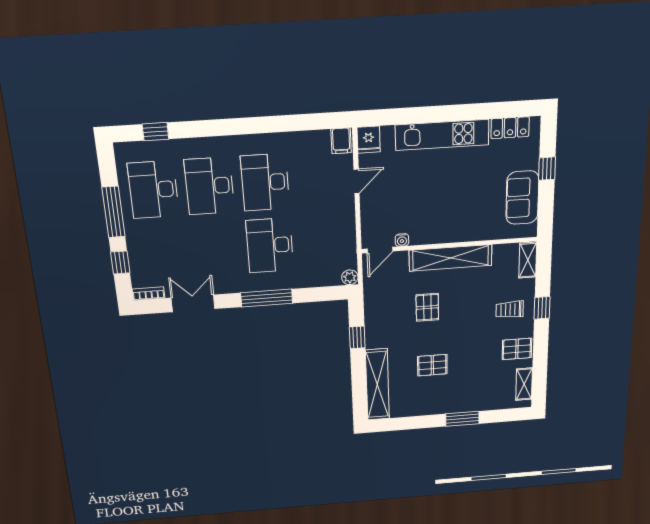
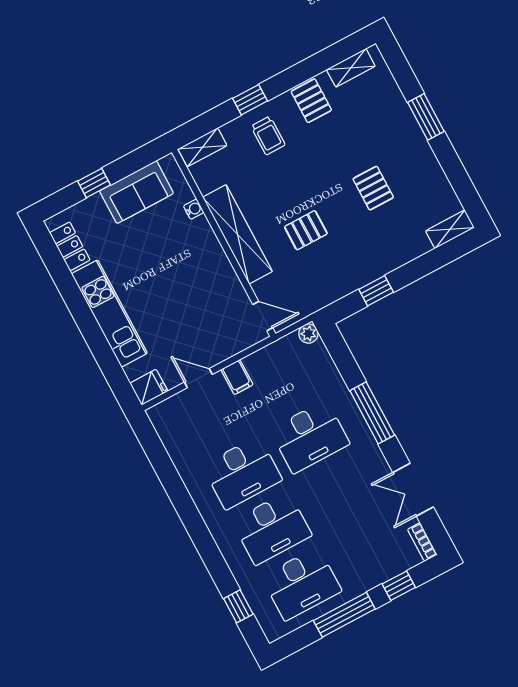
filing cabinet: (341, 141) -> (237, 377), moved, turned 90
water cooler: (402, 240) -> (194, 209), moved
shelving: (377, 385) -> (450, 229), width x0.45, depth x0.75

